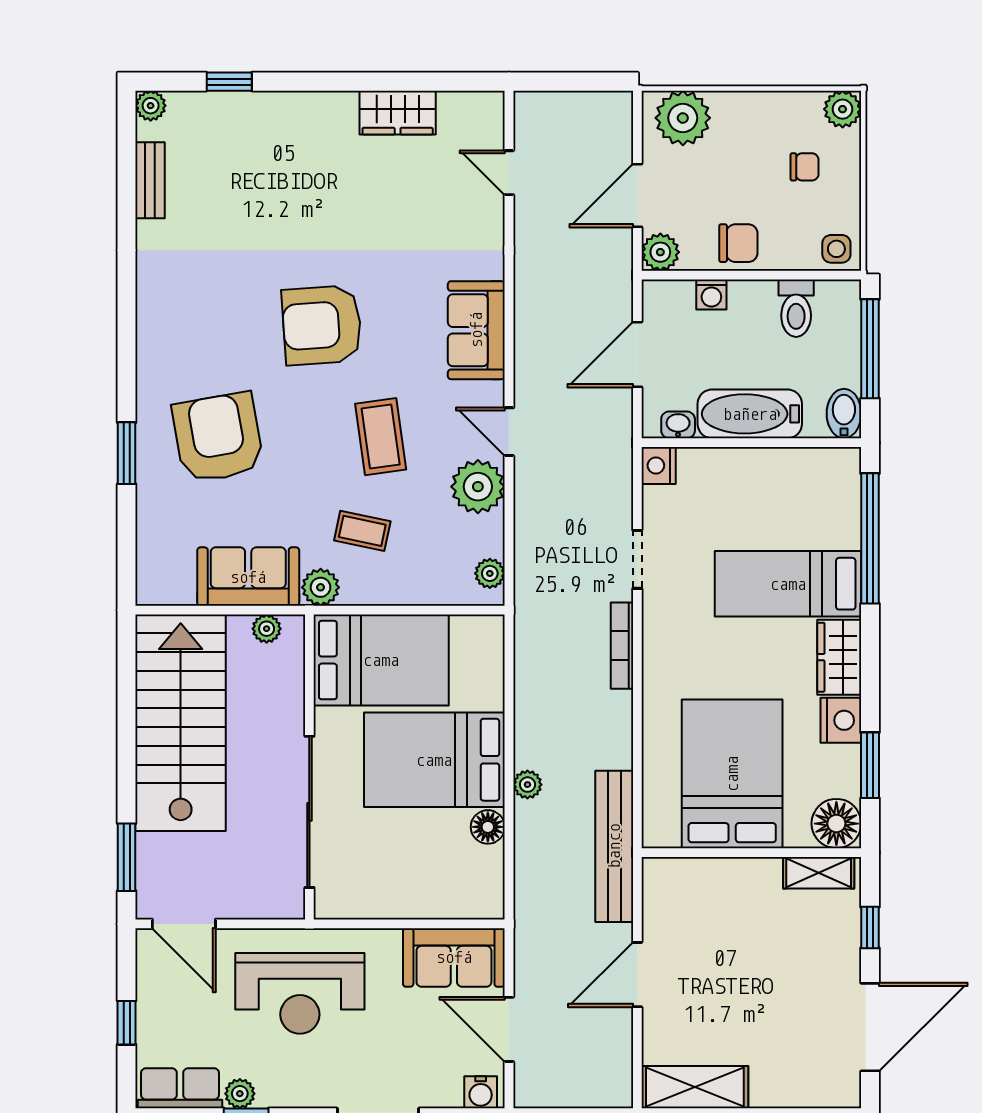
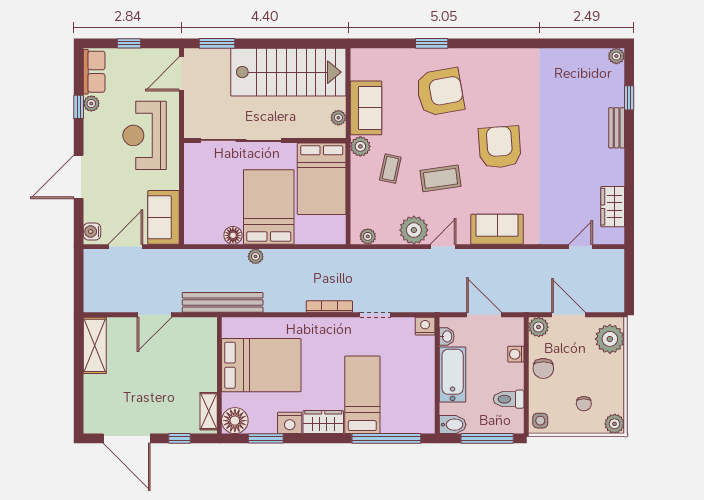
wardrobe: (398, 113) -> (613, 207), moved
bench: (150, 180) -> (617, 128), moved, turned 90
door: (637, 975) -> (155, 315), swing flipped

